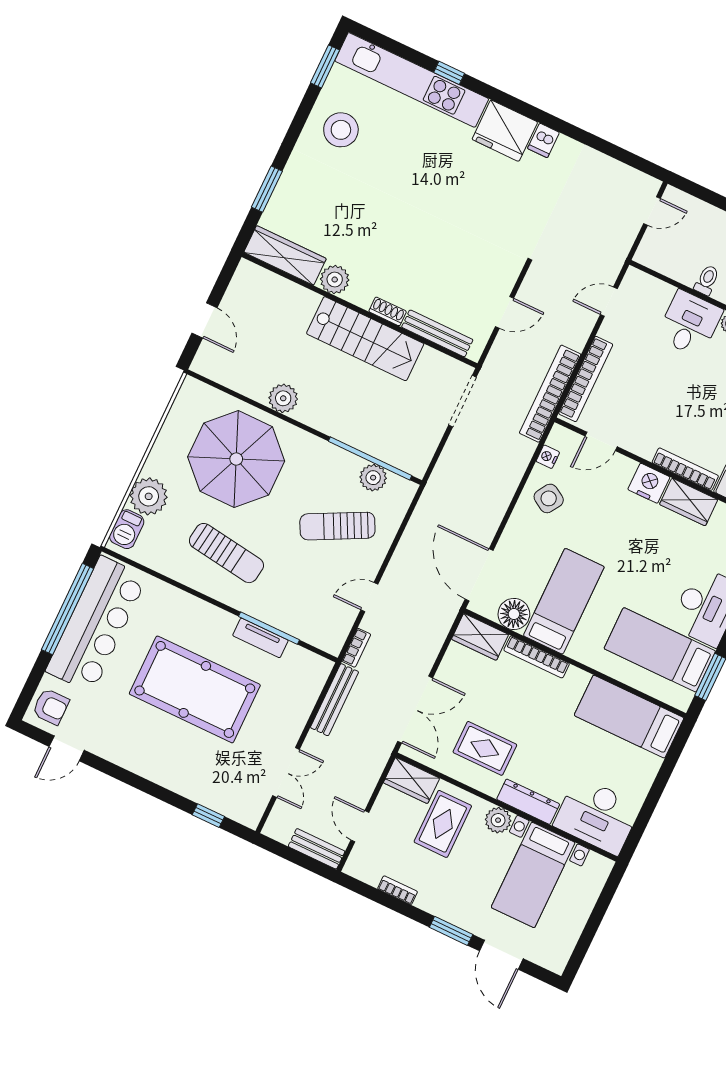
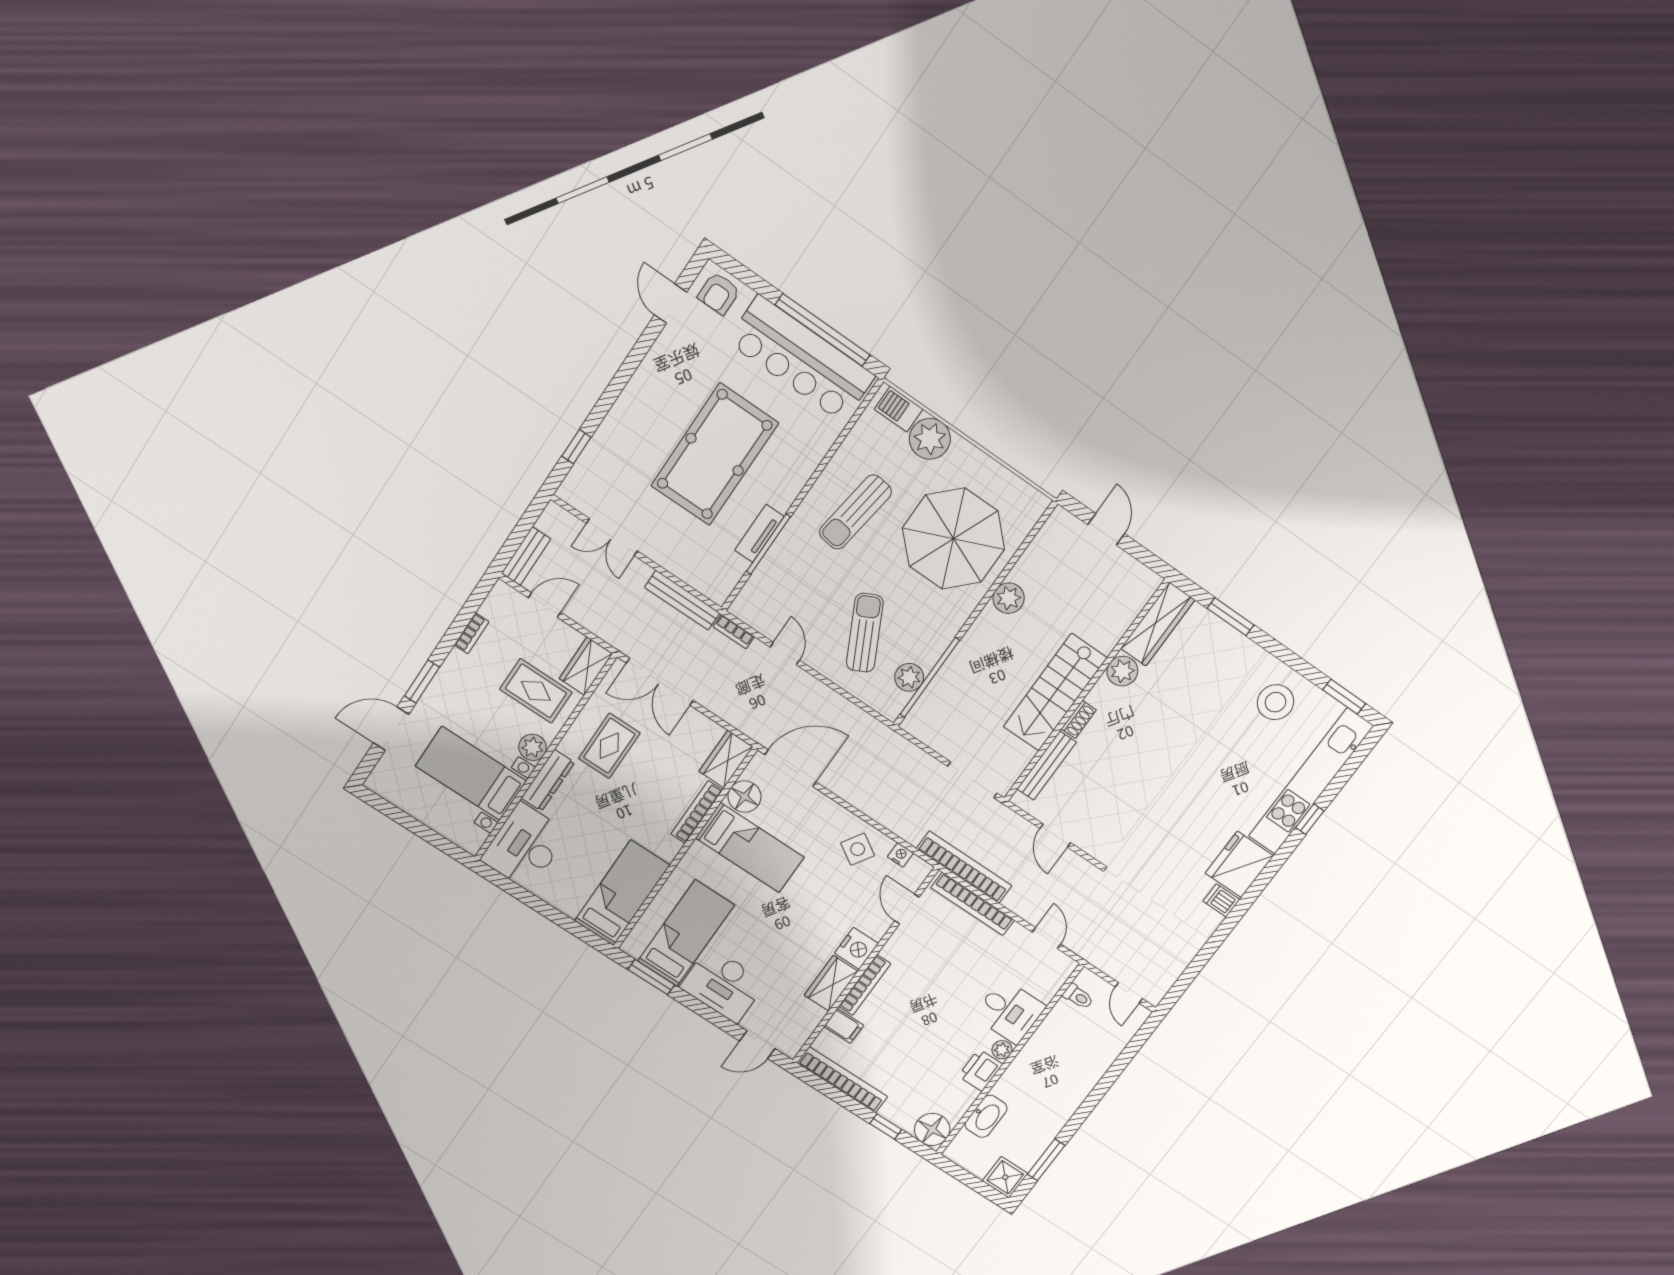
toilet: (707, 280) -> (1078, 997), moved
door: (205, 320) -> (1106, 529), swing flipped

